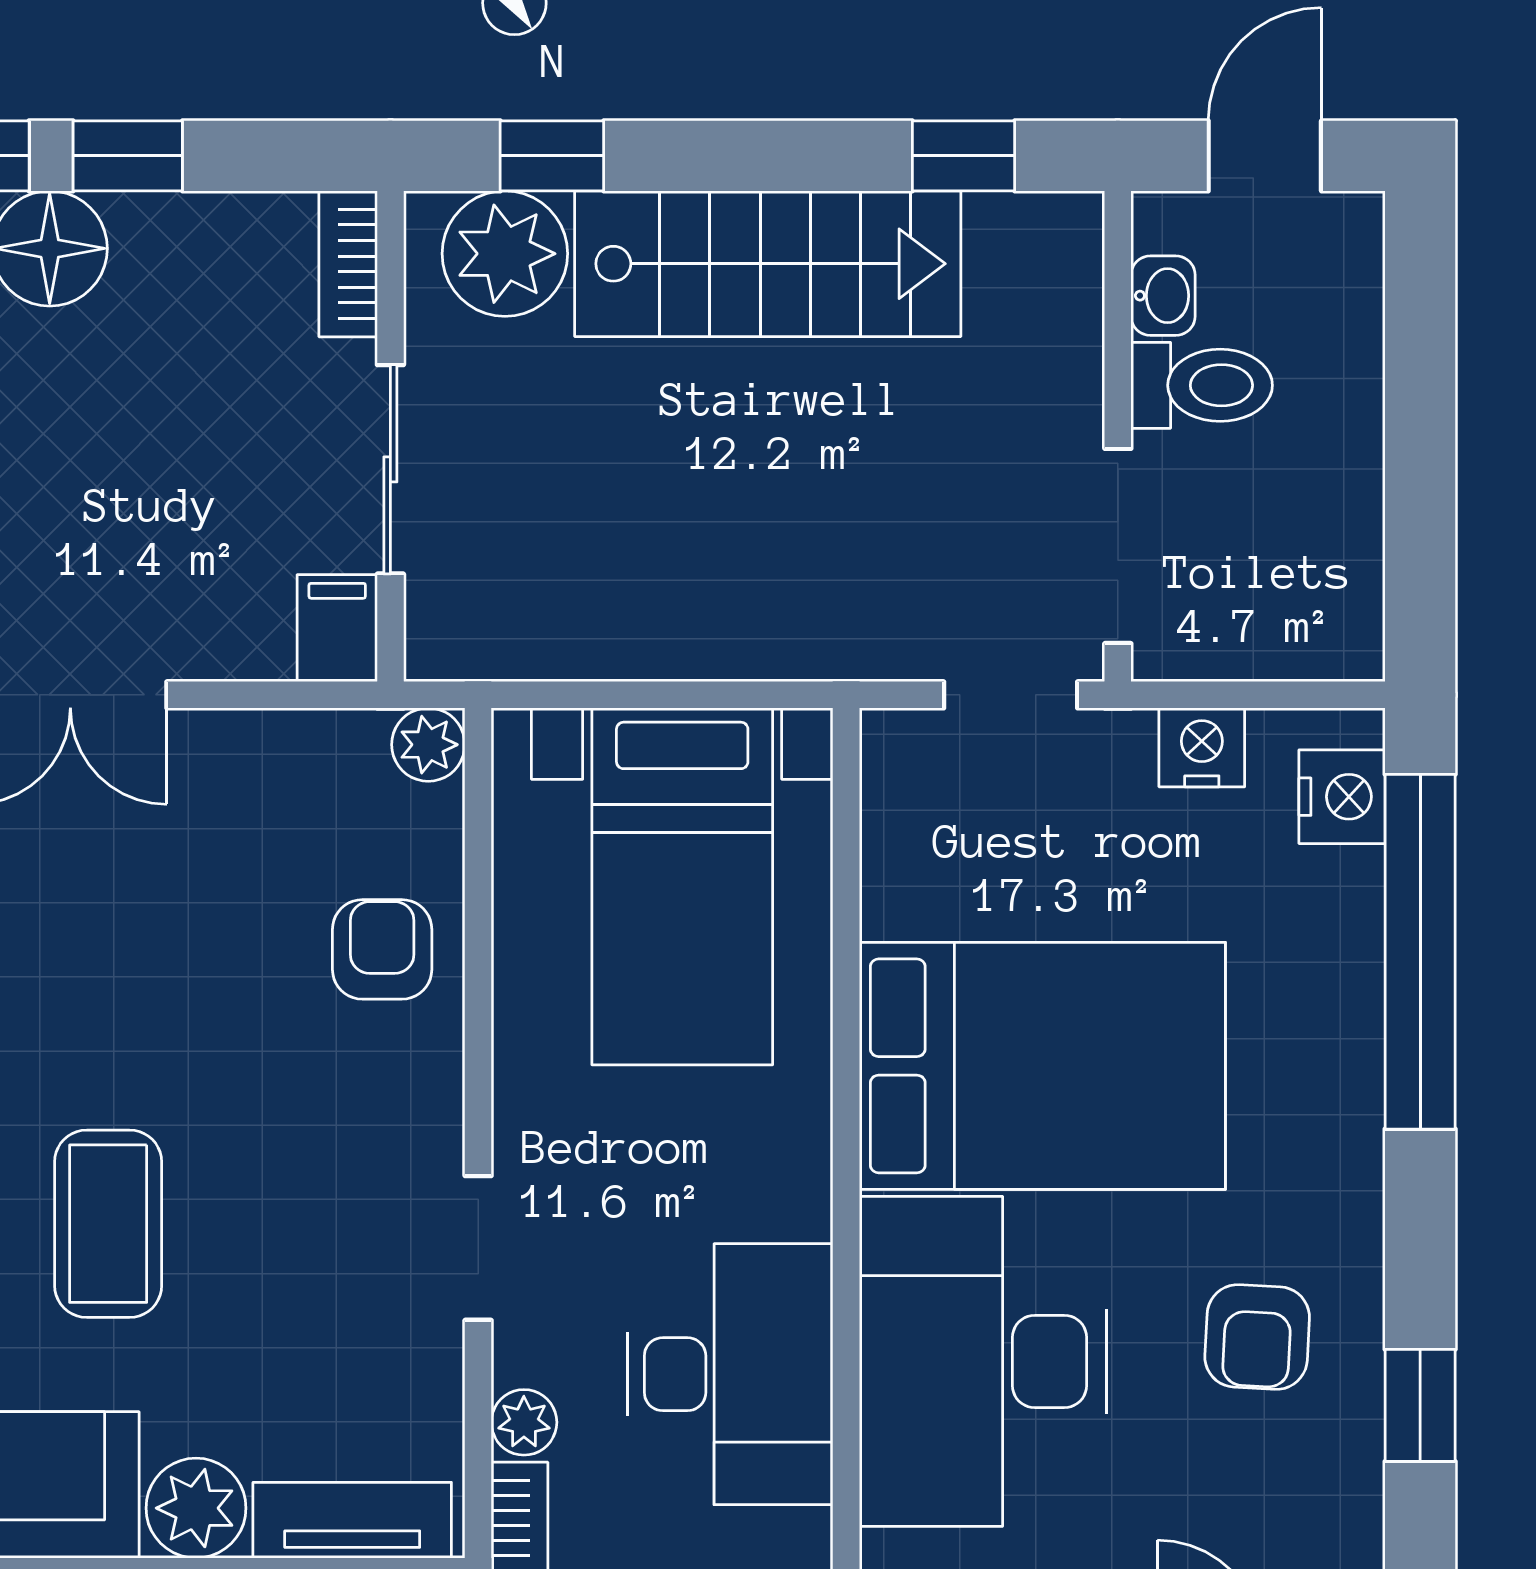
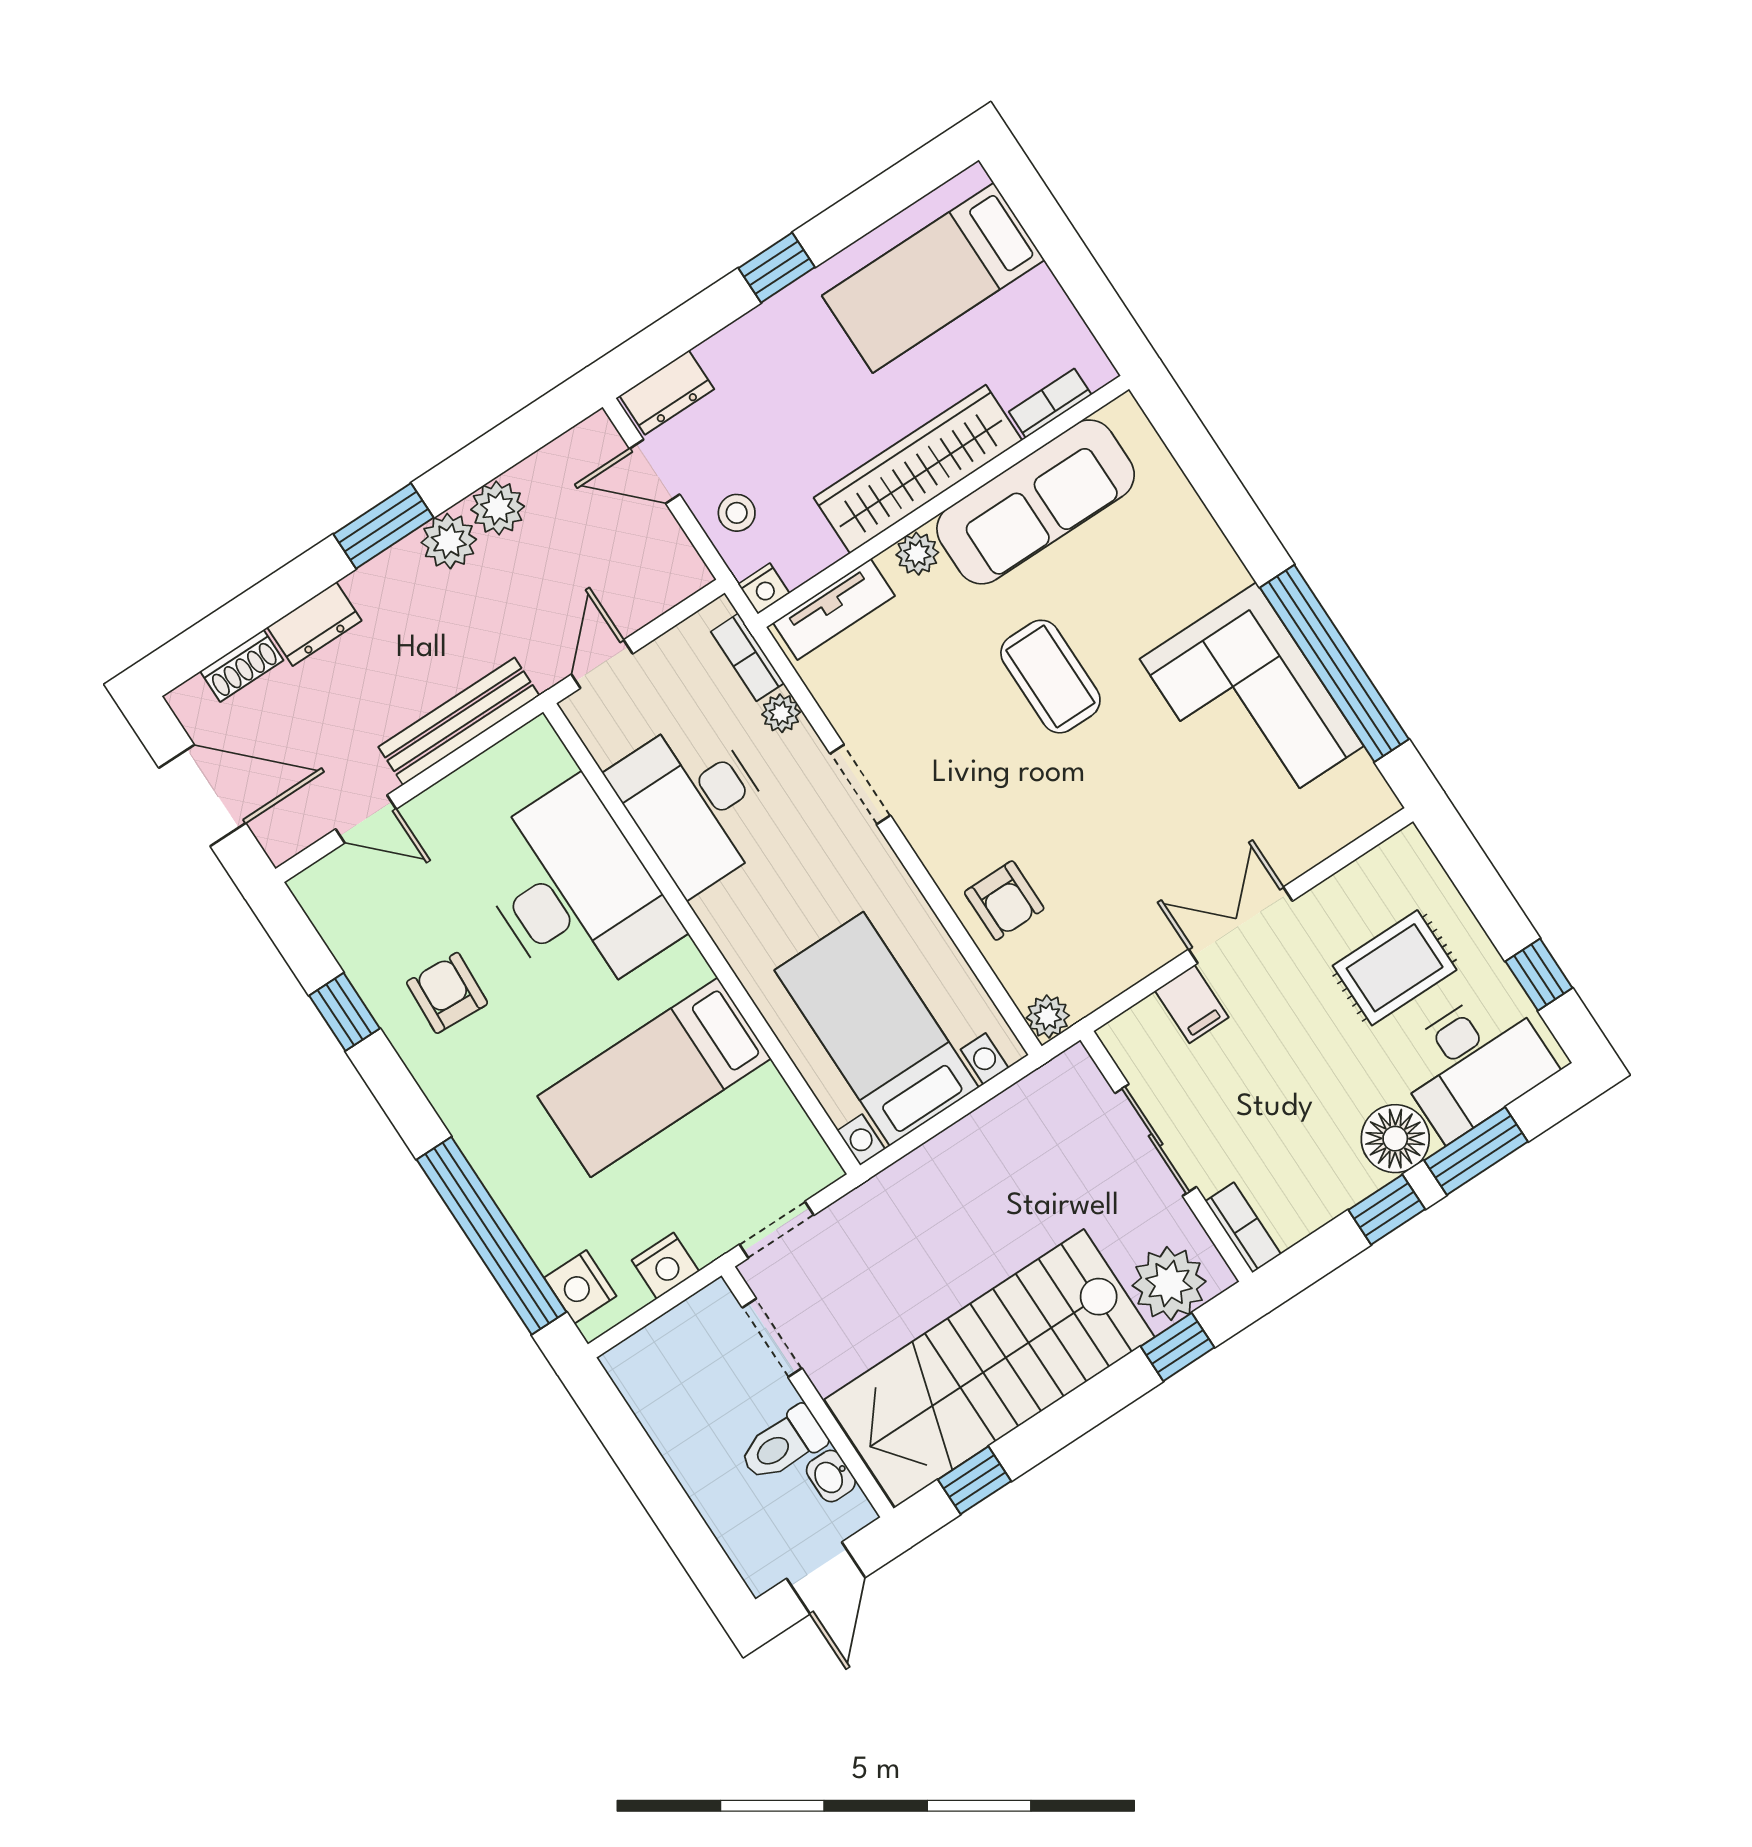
stairs: (768, 264) -> (990, 1368), width x1.36, depth x1.51
doorway: (1118, 546) -> (772, 1338), width x0.73
filing cabinet: (337, 628) -> (1192, 1004), moved
bed: (1042, 1066) -> (654, 1077), width x0.67
plant: (196, 1508) -> (917, 554), width x0.73, depth x0.73

